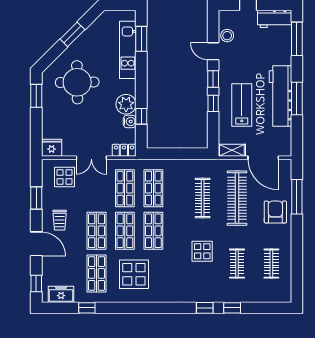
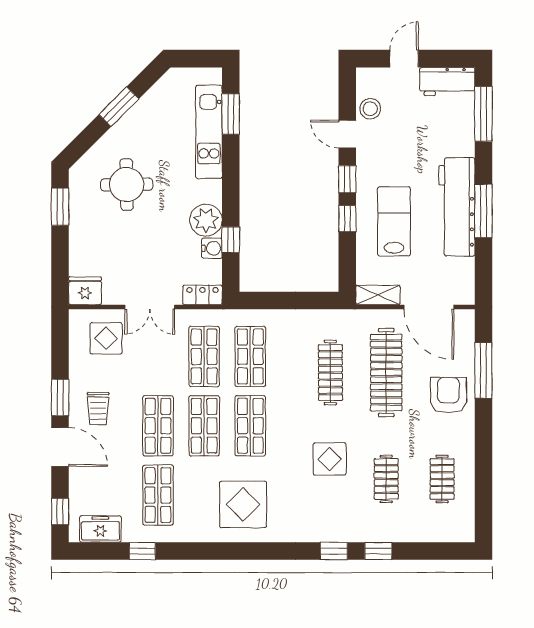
round table: (77, 82) -> (127, 185), width x0.73, depth x0.73
window: (36, 198) -> (60, 398), moved
display table: (134, 274) -> (243, 504), moved

